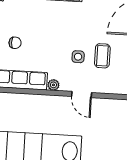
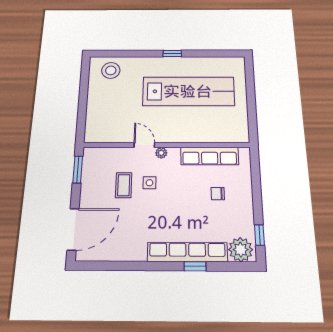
plant: (53, 85) -> (161, 153), moved

